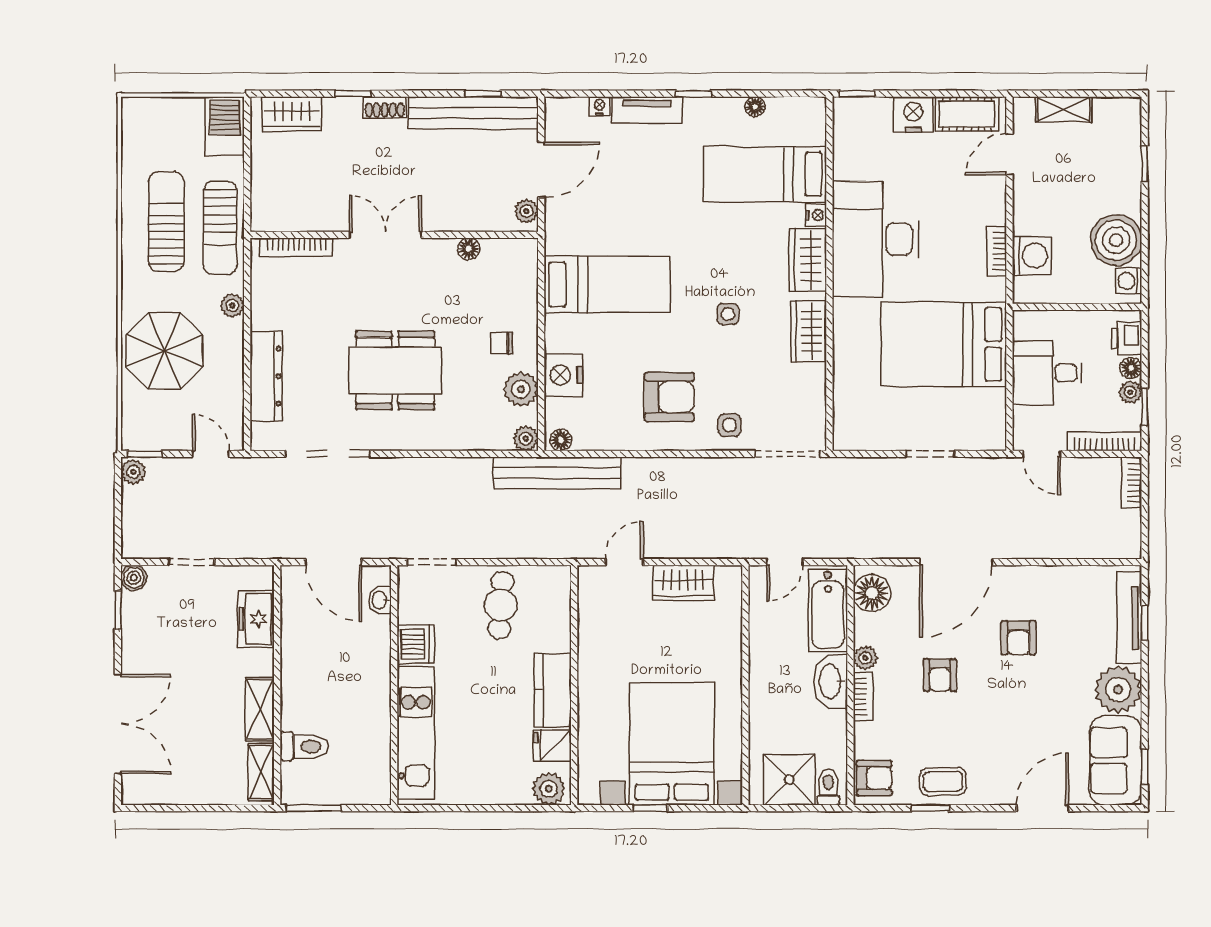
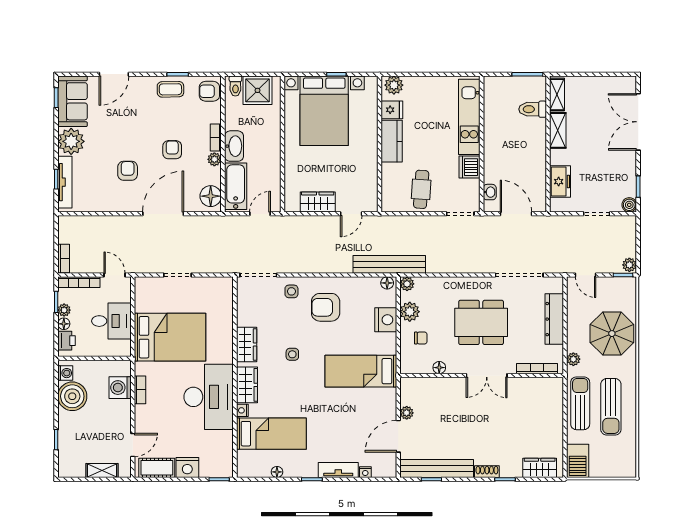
double door: (385, 235) -> (487, 375), moved
wall: (394, 235) -> (482, 375), moved
bookcase: (296, 247) -> (537, 369), moved
floor lamp: (469, 249) -> (439, 368), moved

